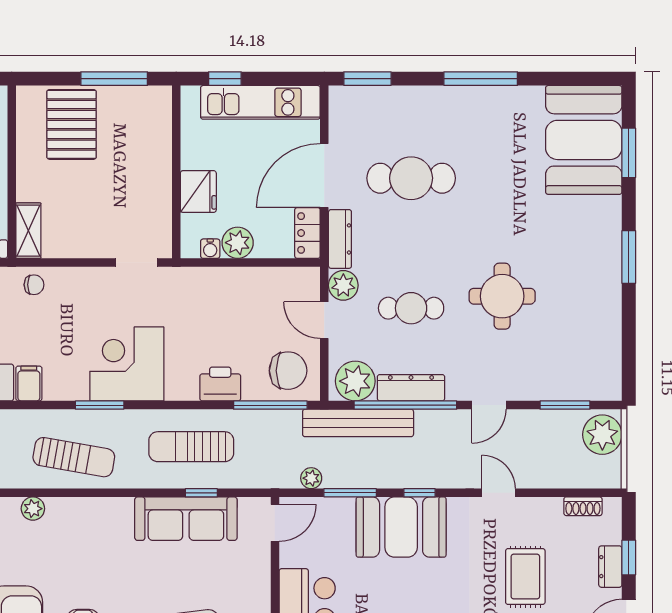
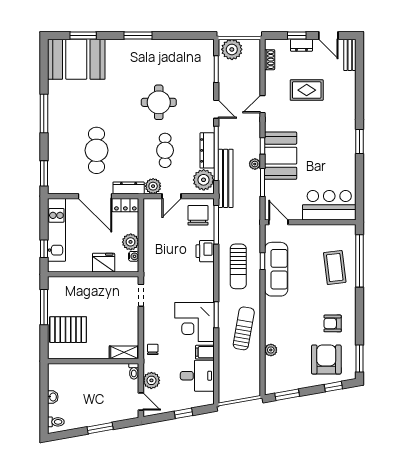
corner desk: (127, 364) -> (194, 322), moved
plant: (311, 478) -> (255, 164), moved

